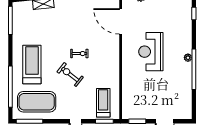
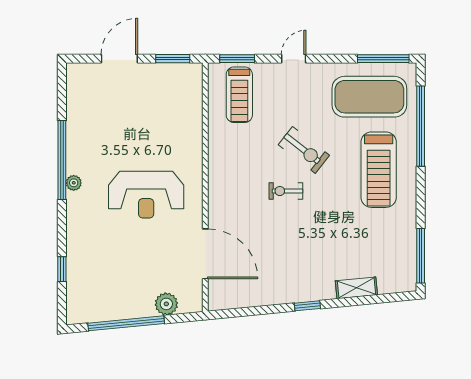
reception desk: (151, 52) -> (146, 195), turned 90

